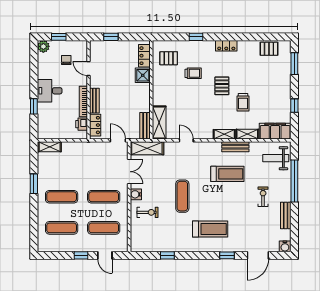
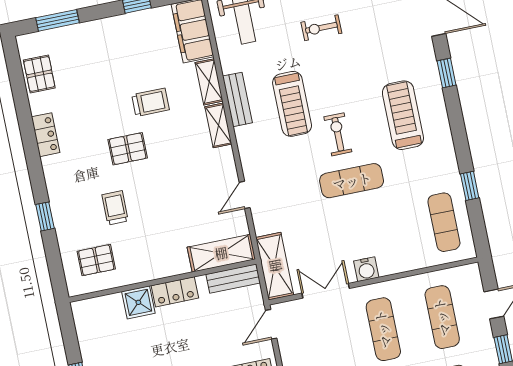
locker: (226, 46) -> (46, 135), moved
locker: (144, 56) -> (175, 292), moved
pallet: (169, 58) -> (96, 260), turned 90
treadmill: (227, 174) -> (292, 104), turned 180
exercise bike: (147, 212) -> (338, 134), moved
exercise mat: (152, 239) -> (444, 222), added

